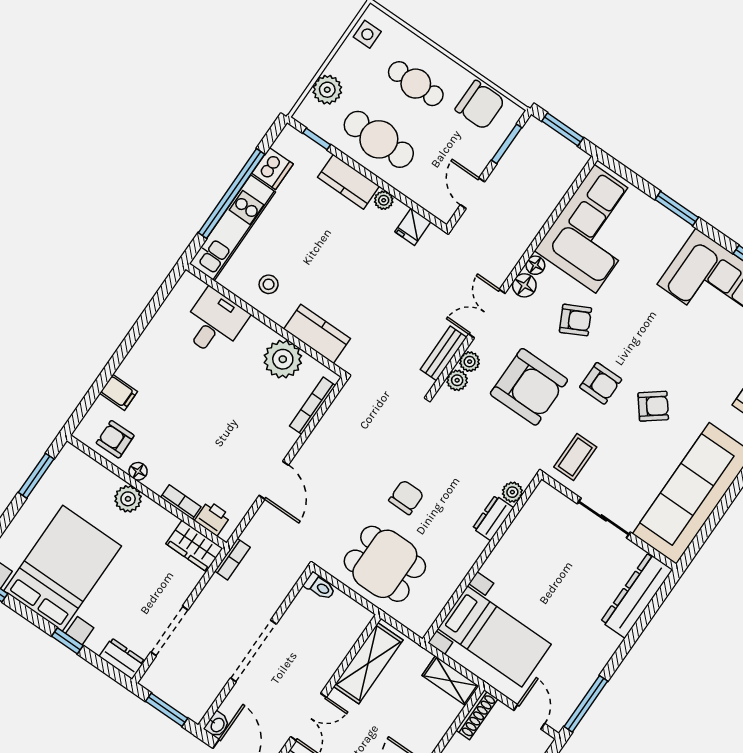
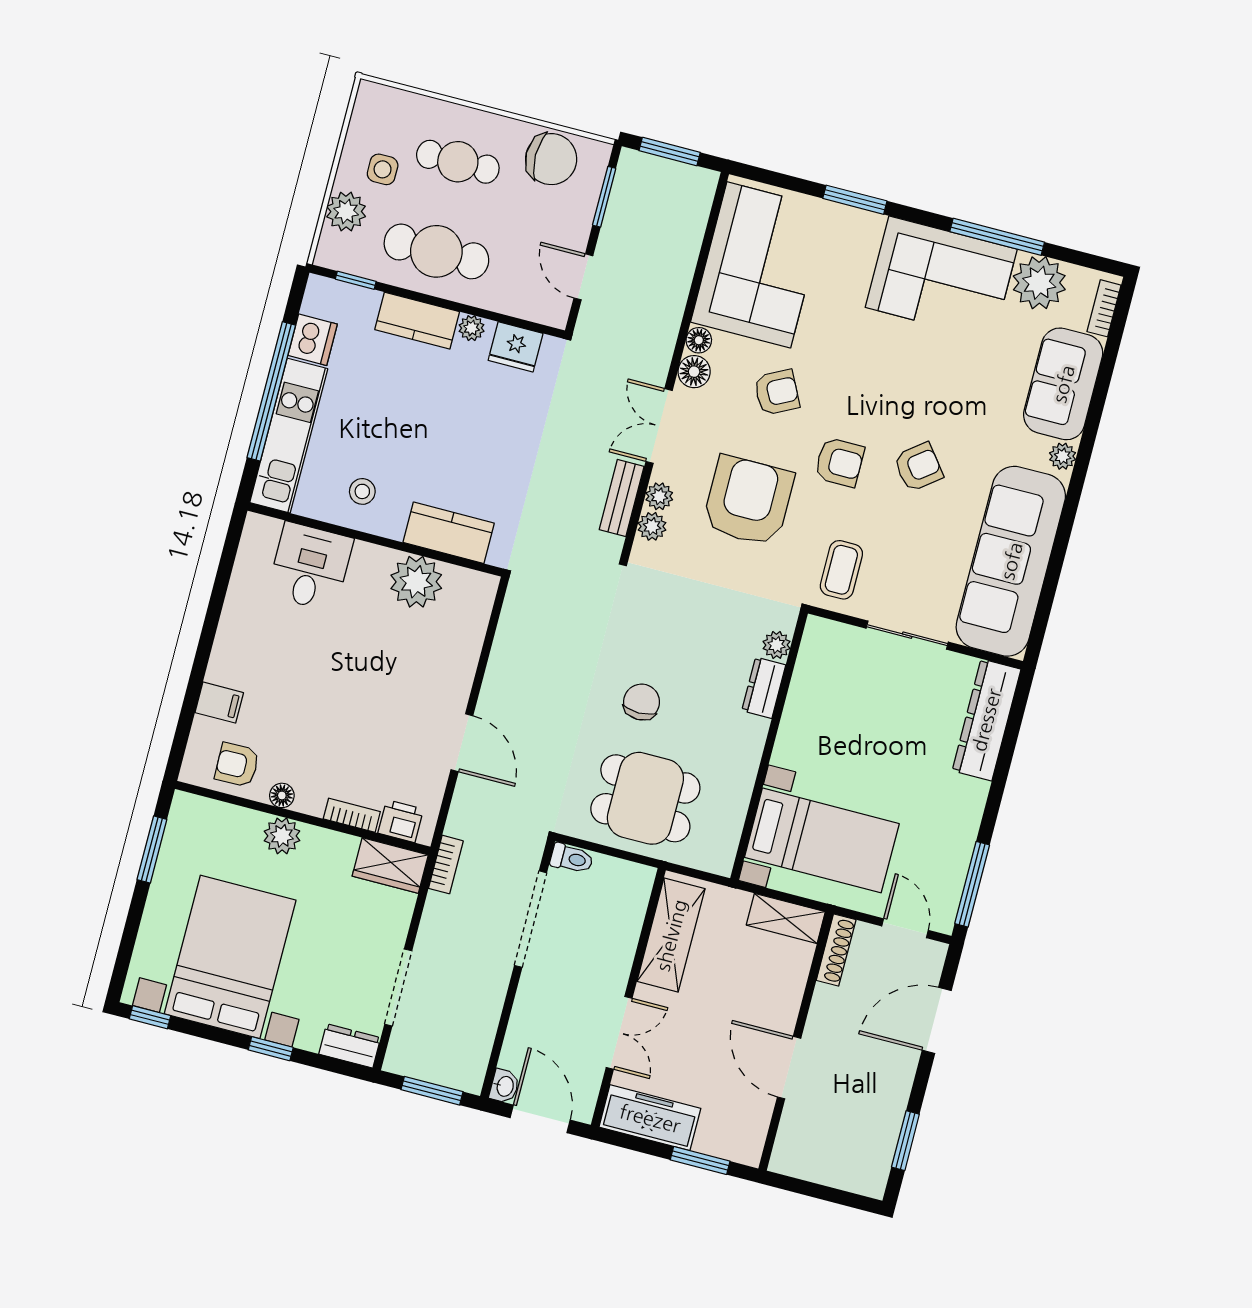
side table: (367, 34) -> (383, 169), moved
fridge: (413, 227) -> (516, 347), width x1.38
armchair: (529, 387) -> (748, 501), turned -90
bookcase: (312, 406) -> (477, 628), removed
doorway: (253, 651) -> (531, 919), moved

